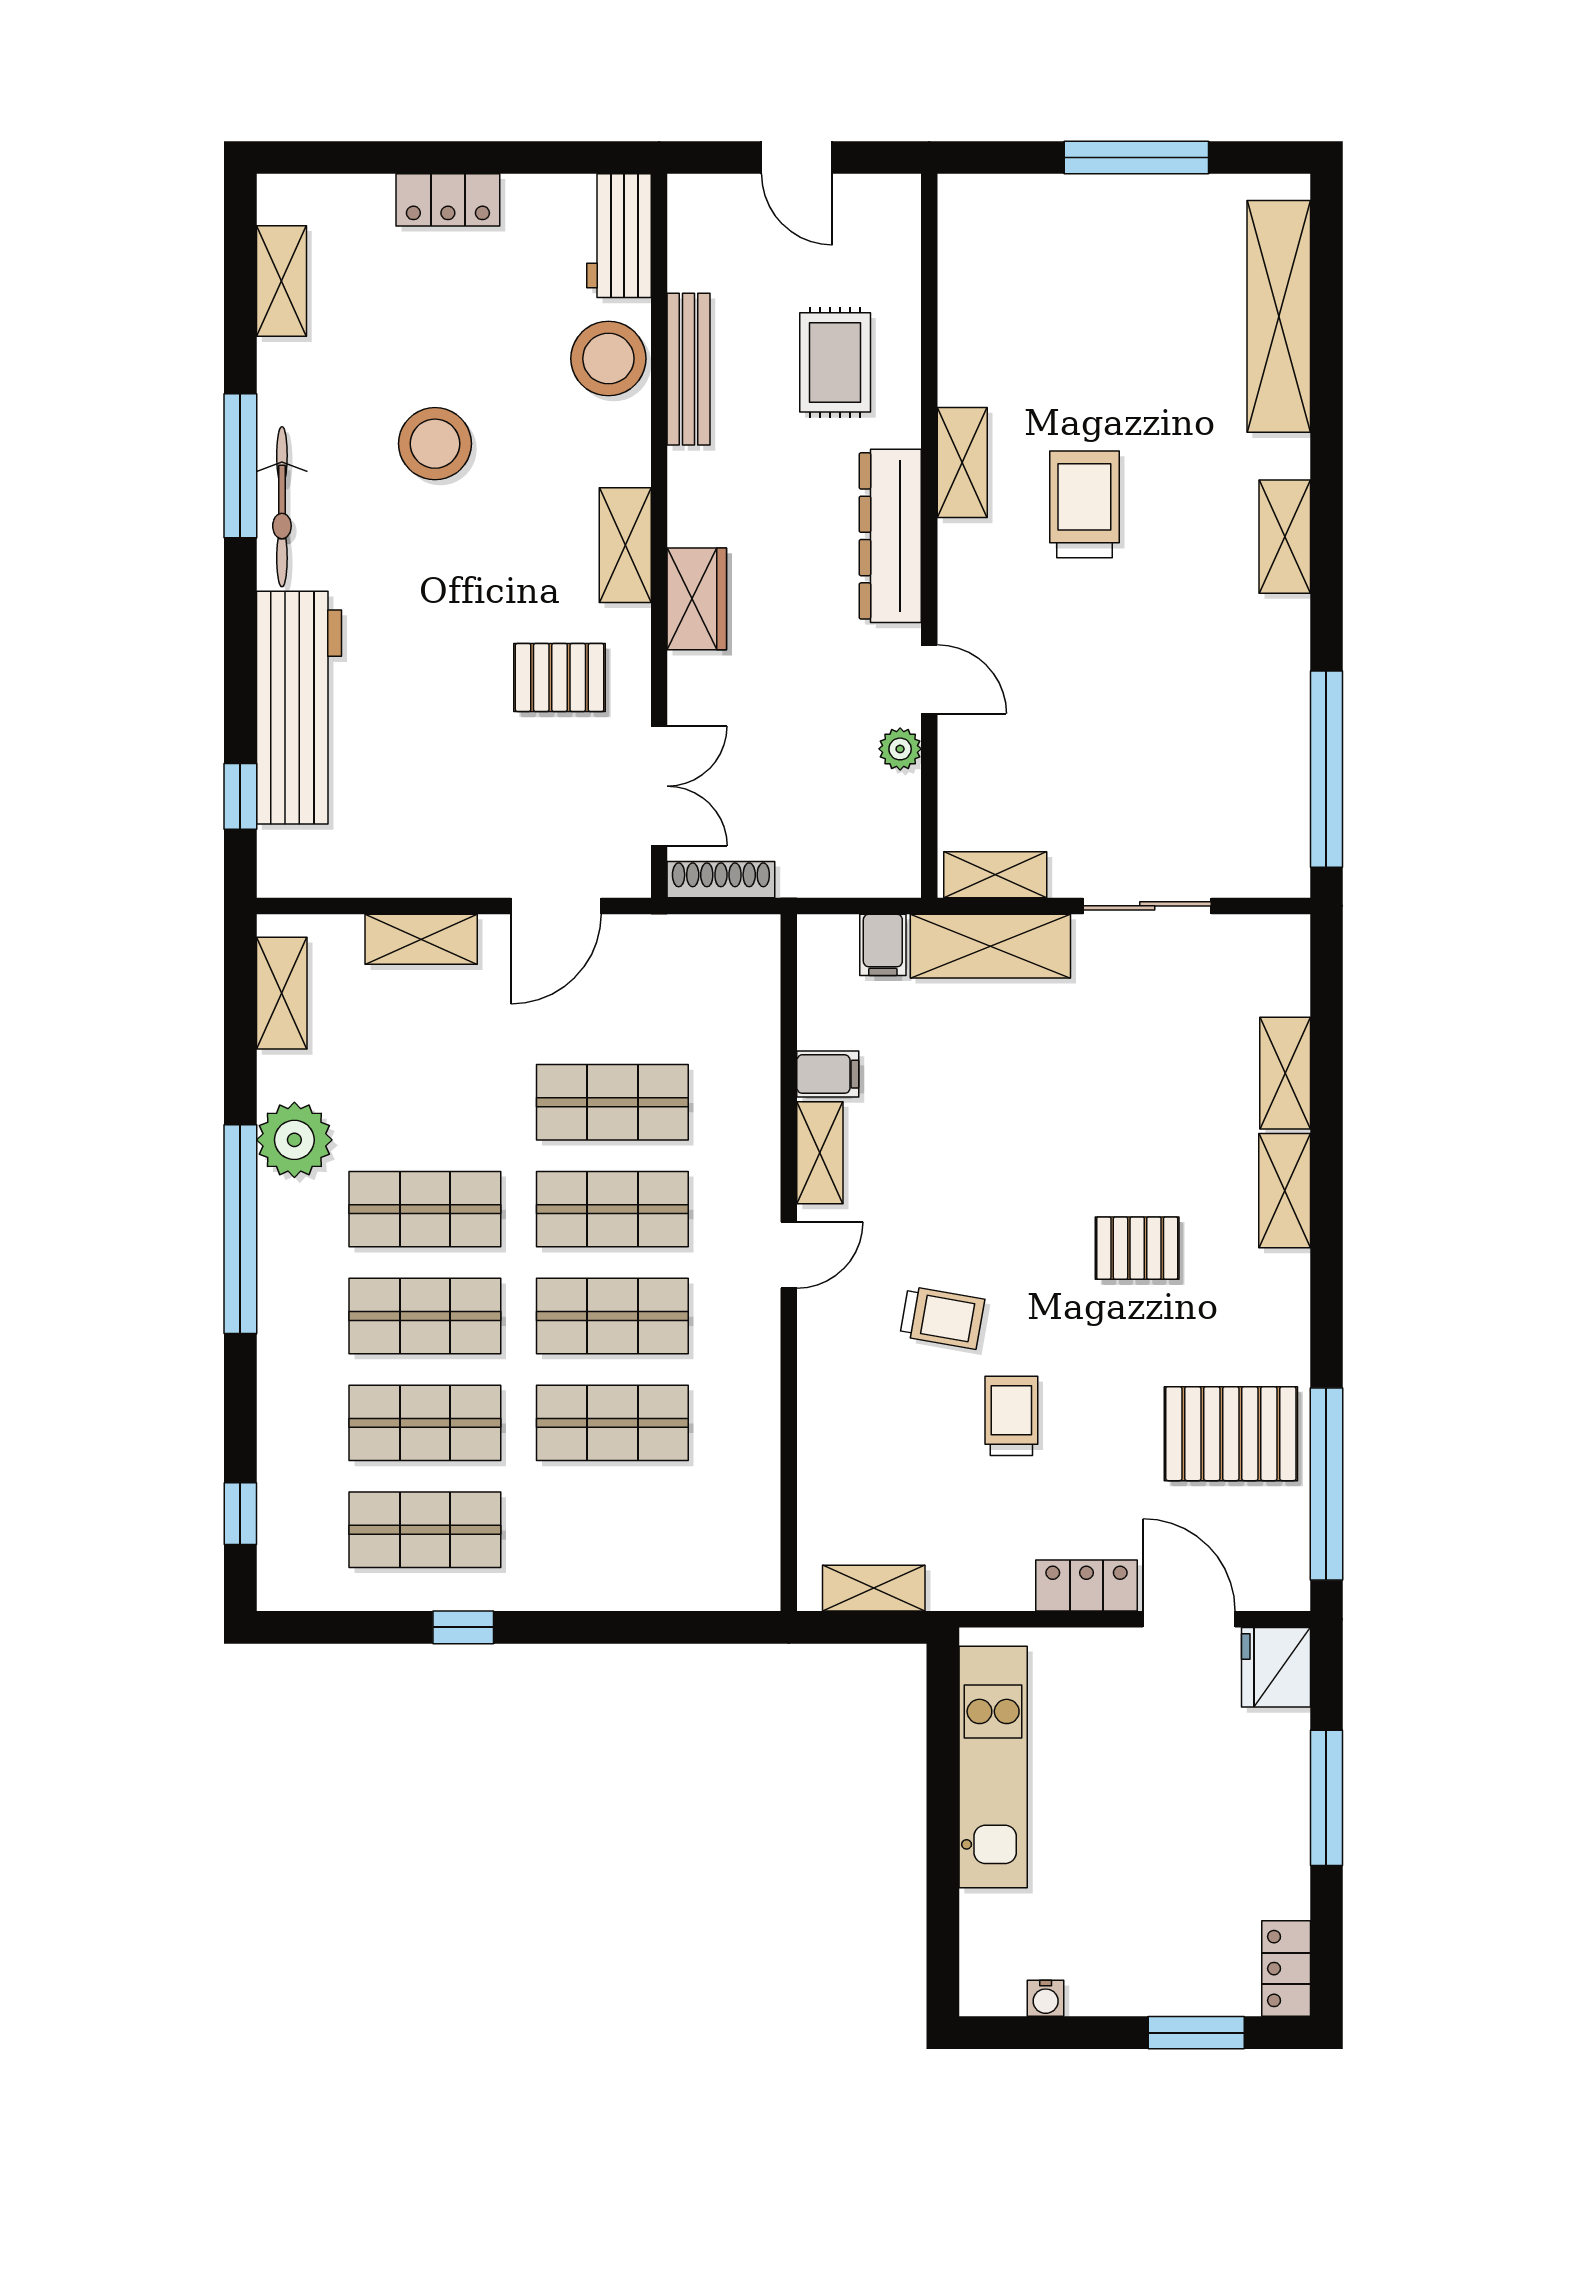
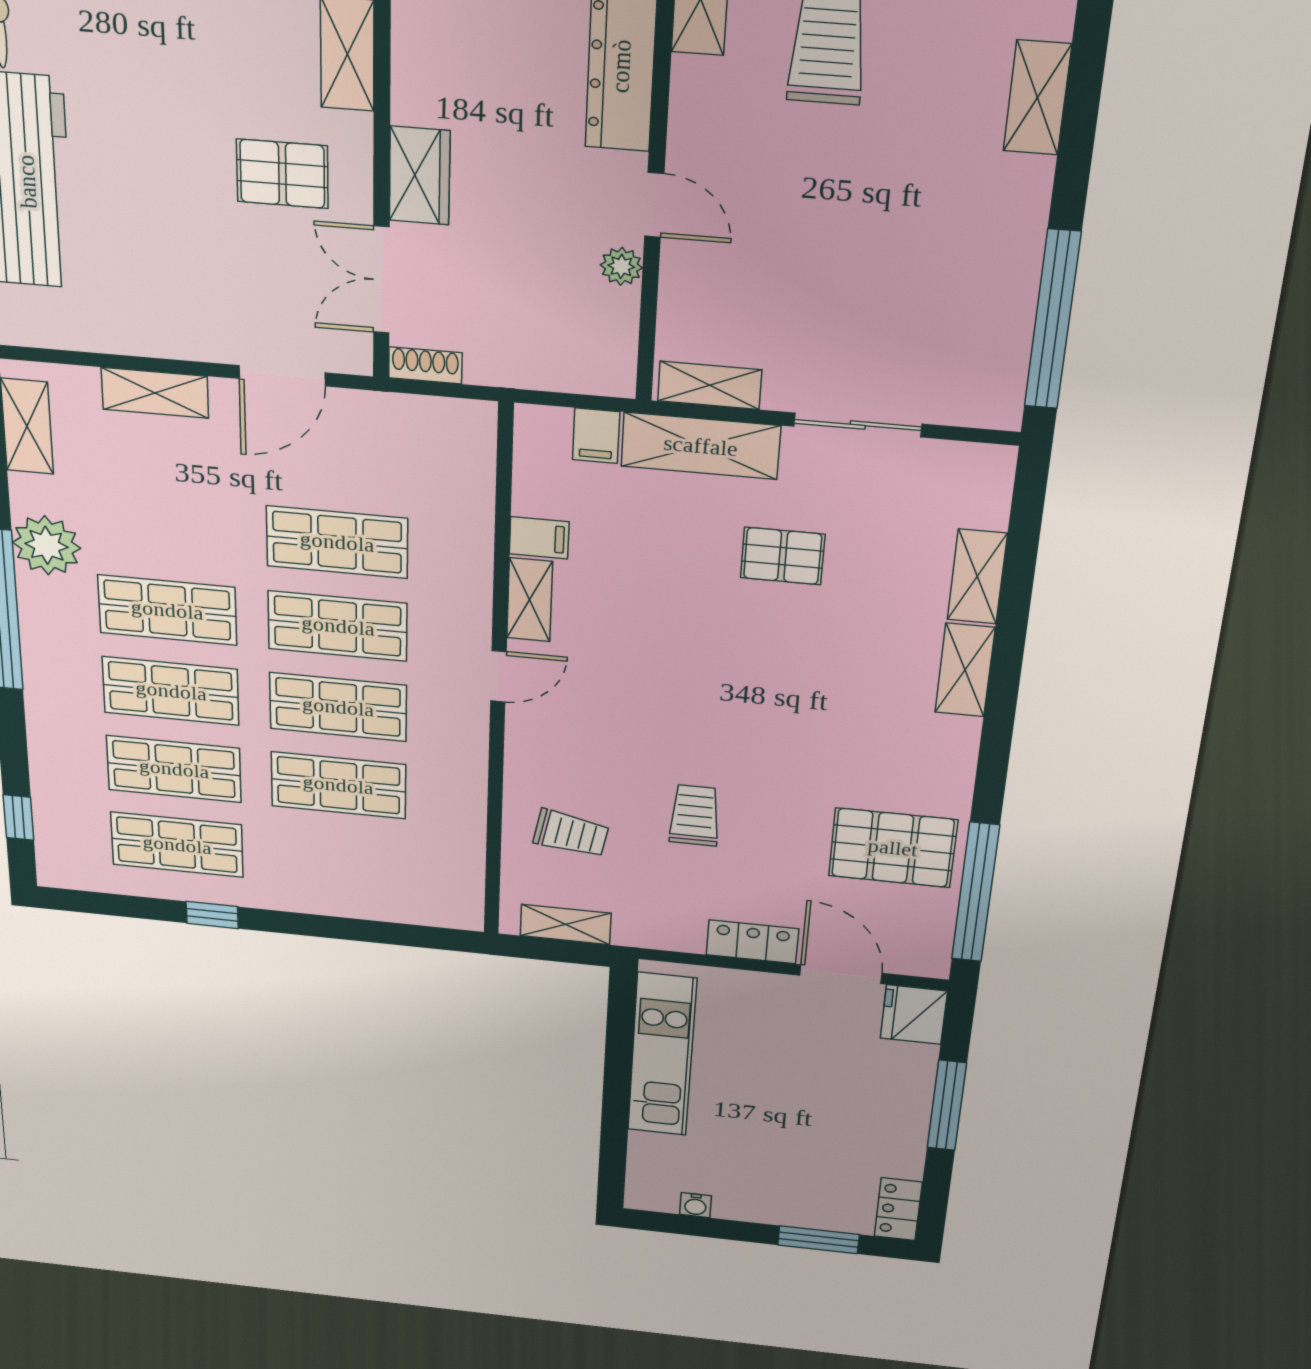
wardrobe: (697, 599) -> (420, 176), moved
double door: (659, 786) -> (381, 280), swing flipped
shoe rack: (721, 880) -> (425, 365), width x0.70
pallet: (1137, 1248) -> (783, 556), moved
trolley: (942, 1318) -> (571, 833), moved

